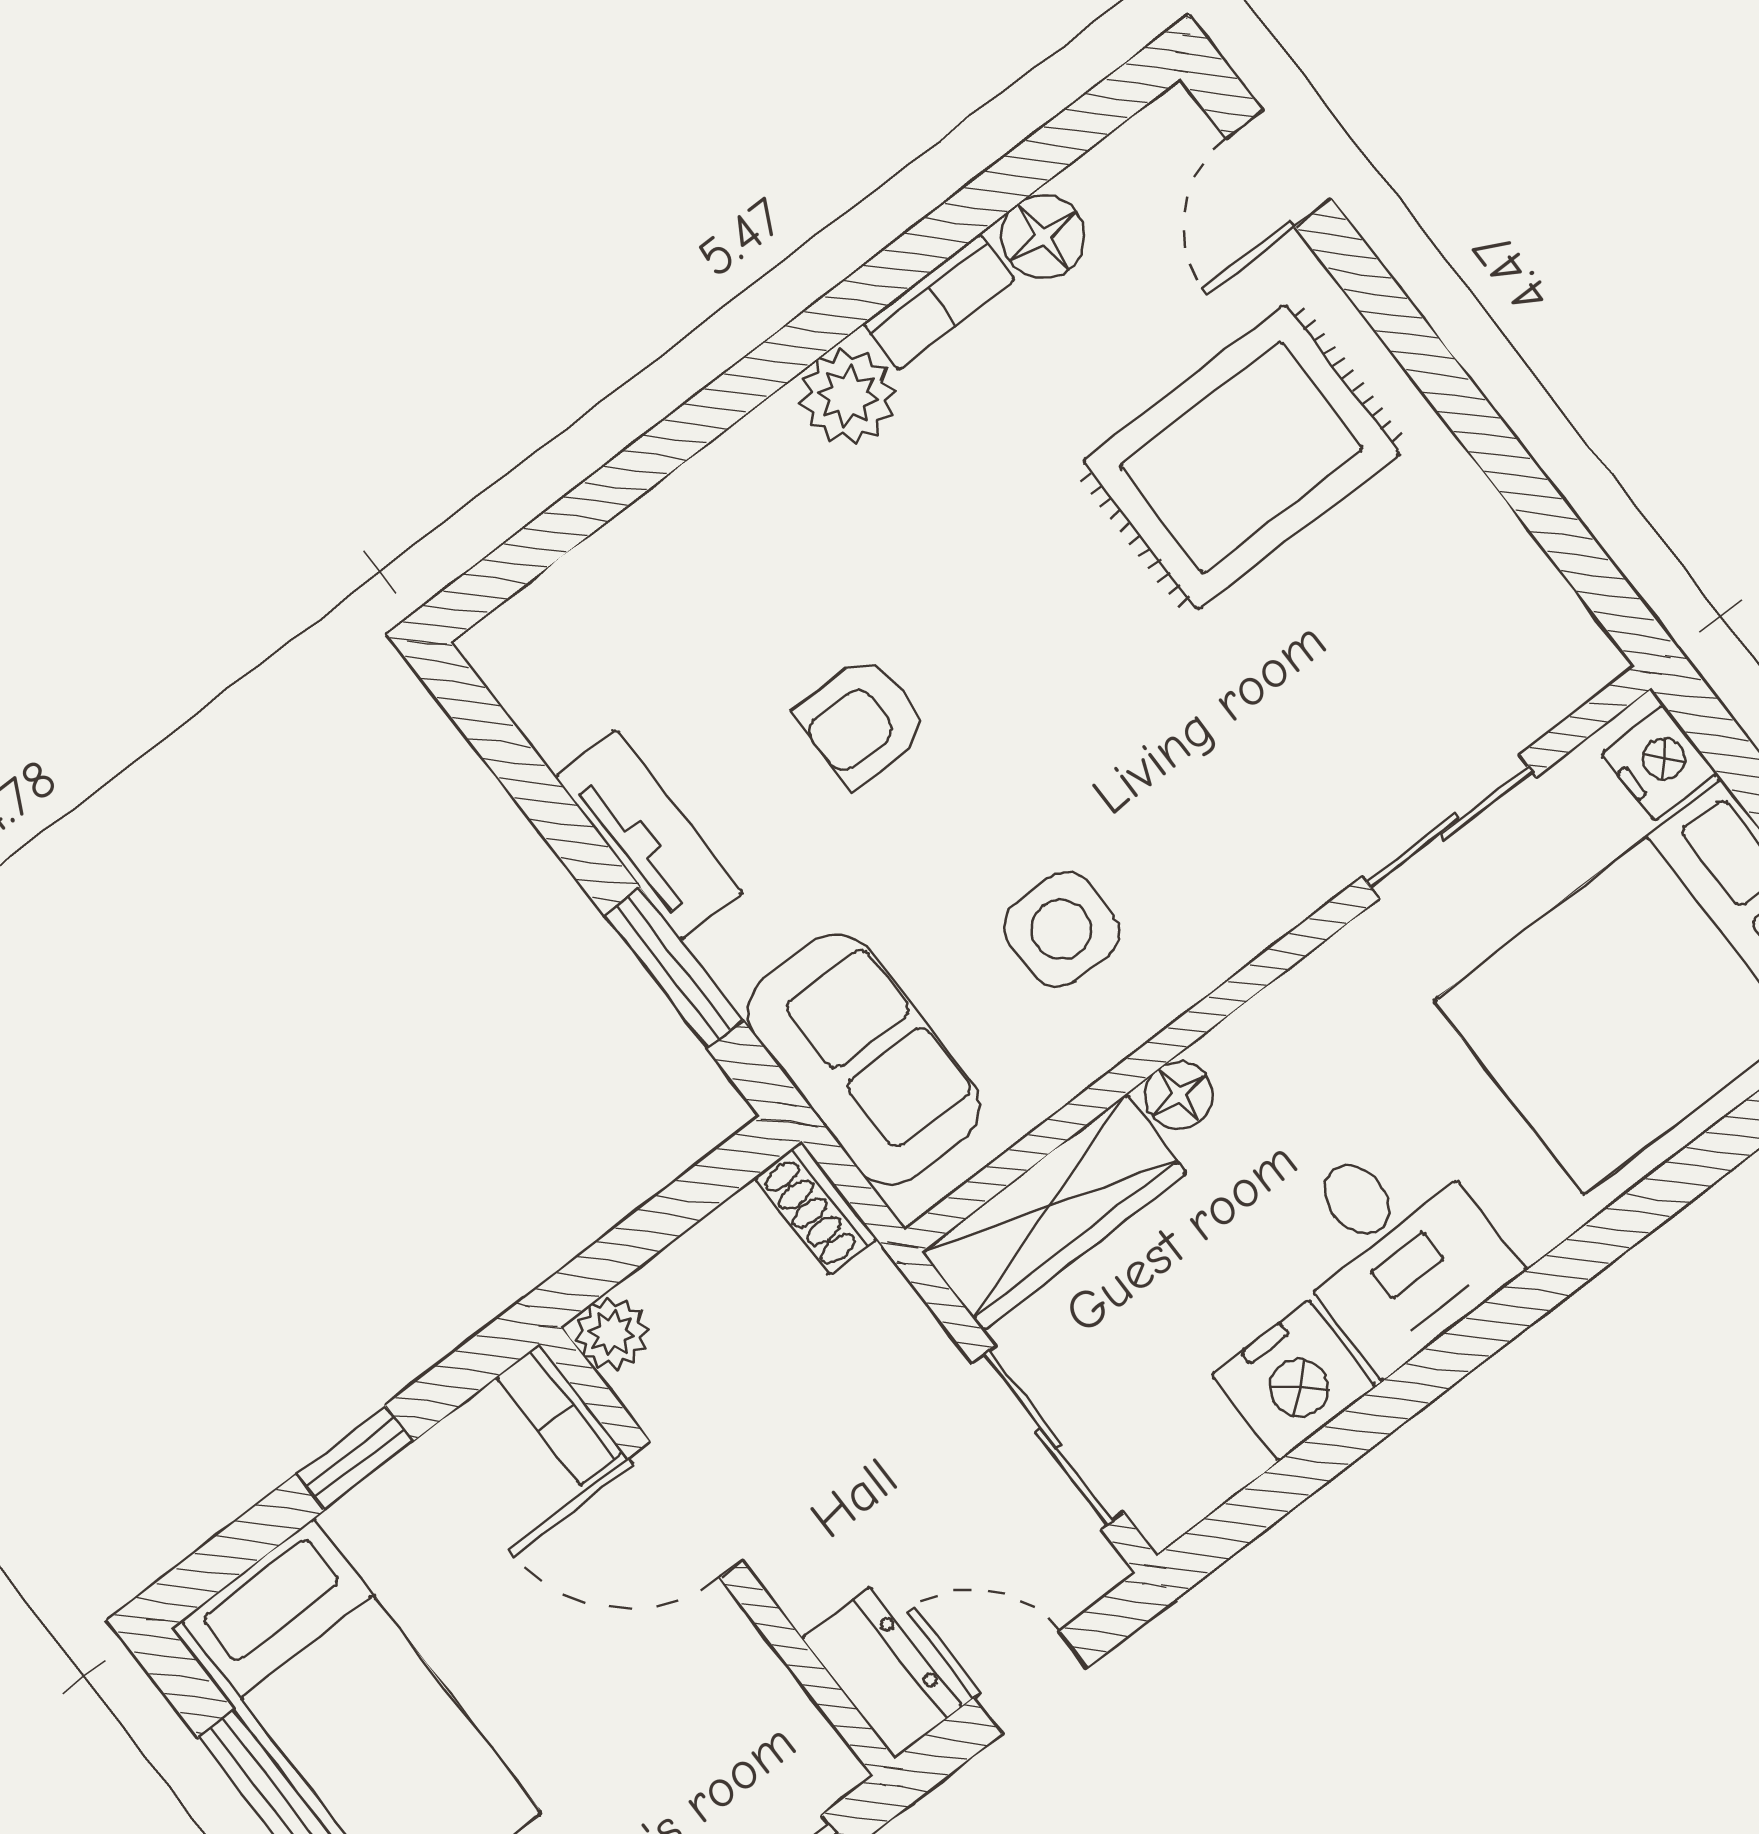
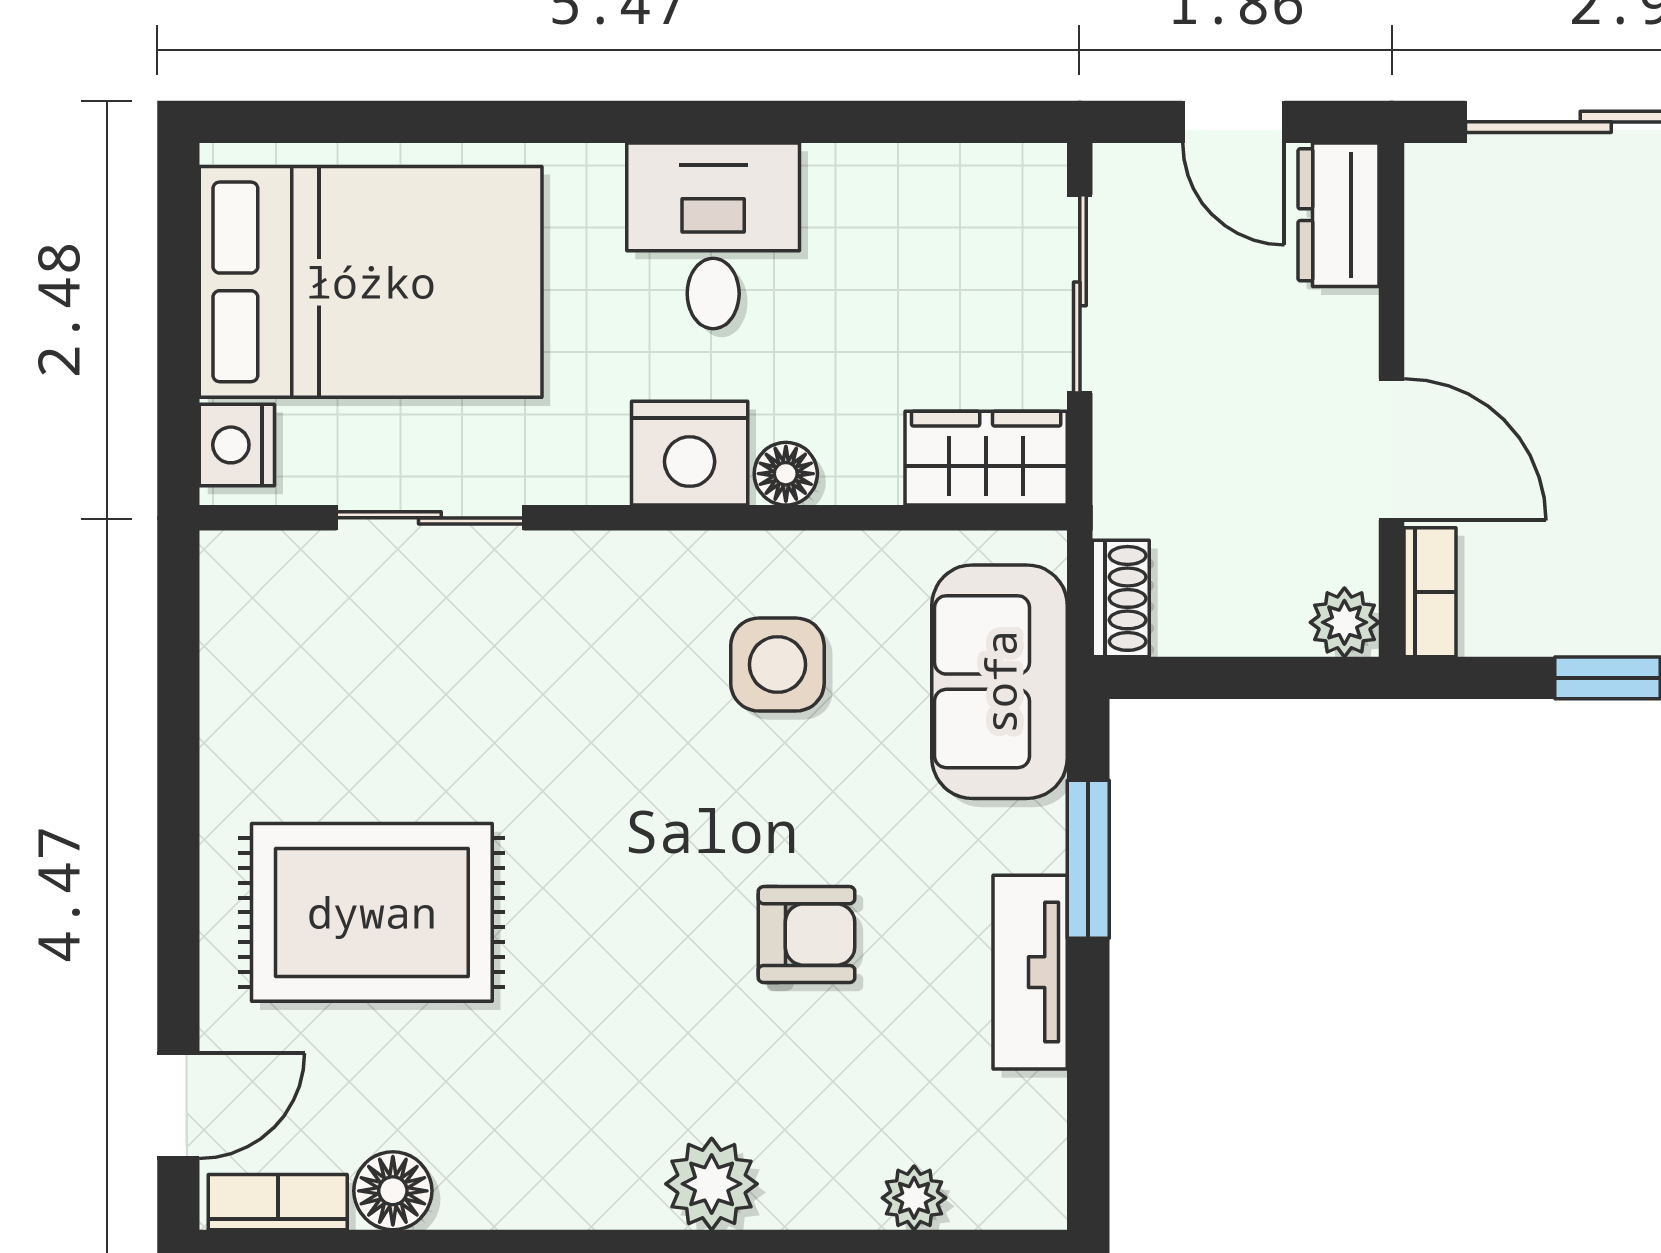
bookcase: (939, 302) -> (278, 1202), moved
plant: (848, 396) -> (712, 1184), moved
plant: (600, 570) -> (914, 1198), added
wardrobe: (1054, 1212) -> (986, 458), width x0.67
nightstand: (1294, 1381) -> (690, 453), moved, turned 180

